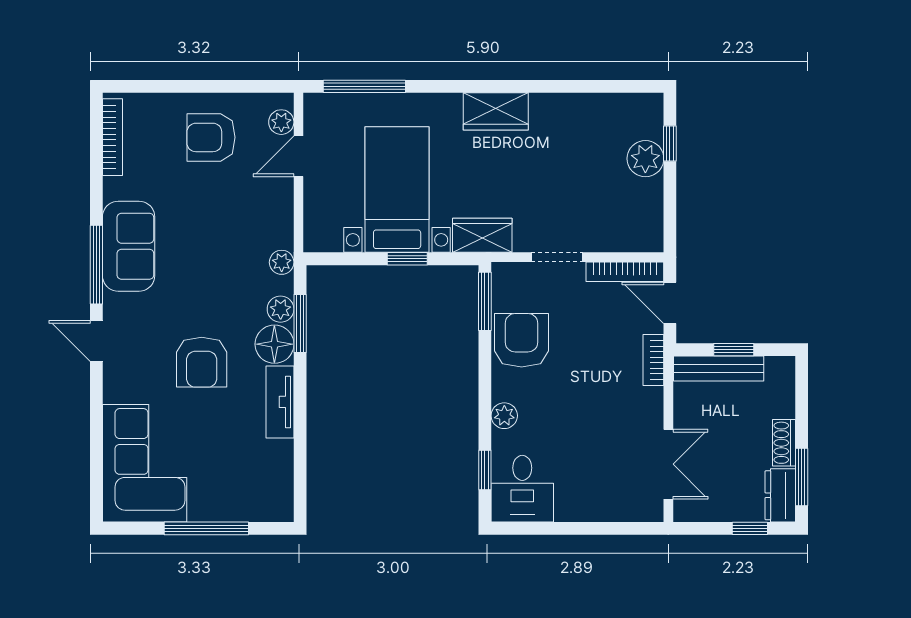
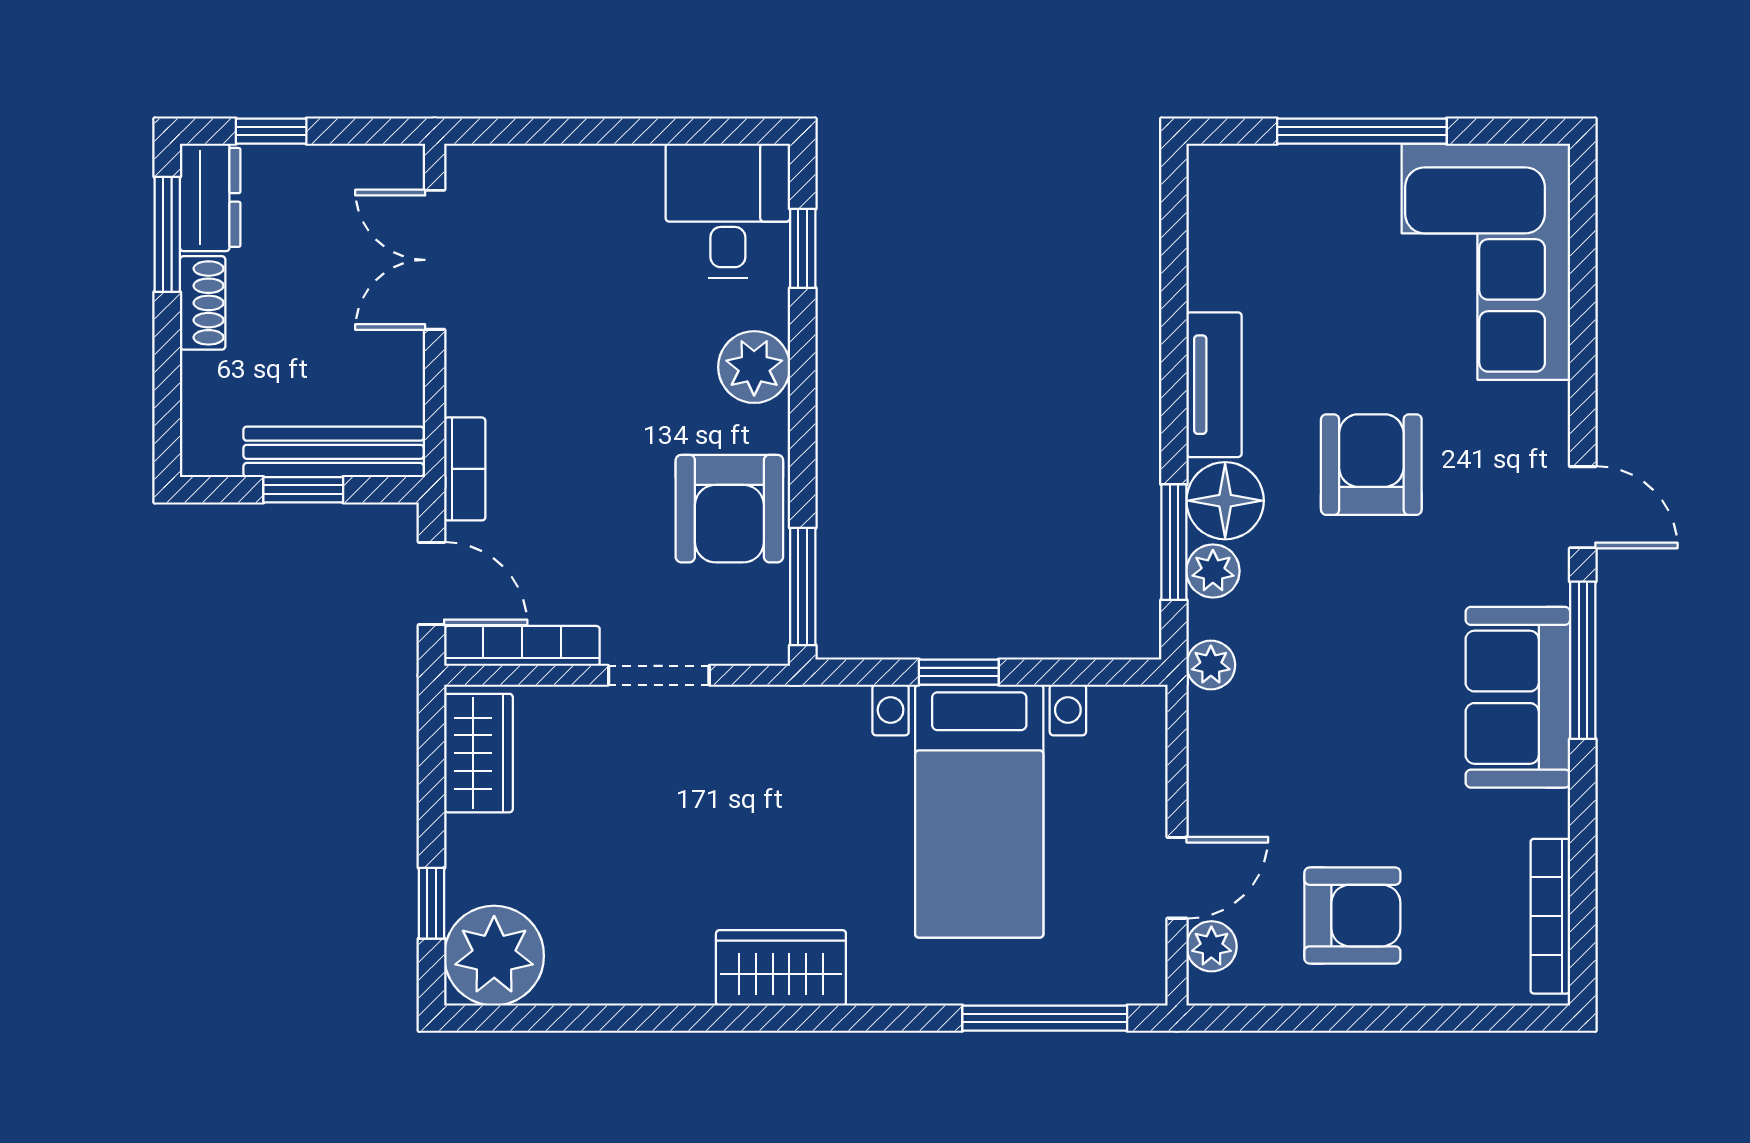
plant: (645, 159) -> (494, 956), moved, width x1.36, depth x1.36
wardrobe: (482, 235) -> (478, 753), moved, turned -90
plant: (504, 416) -> (754, 367), width x1.38, depth x1.38

